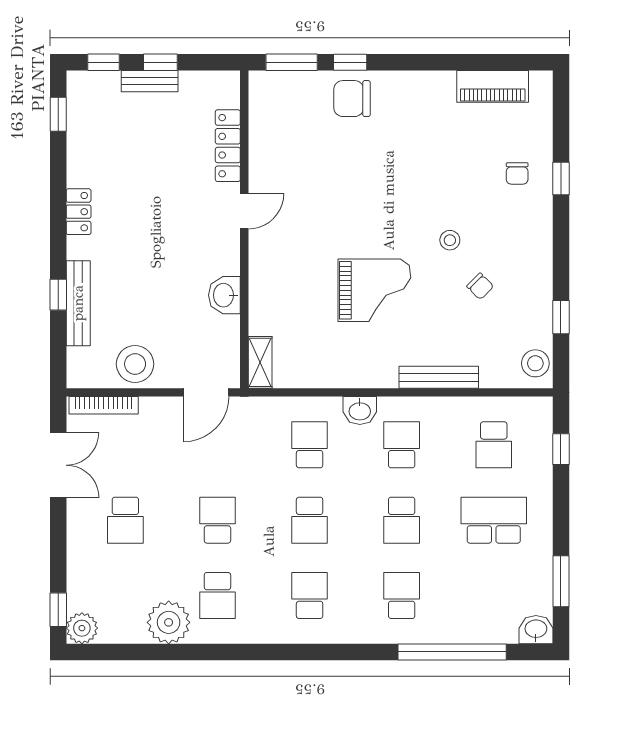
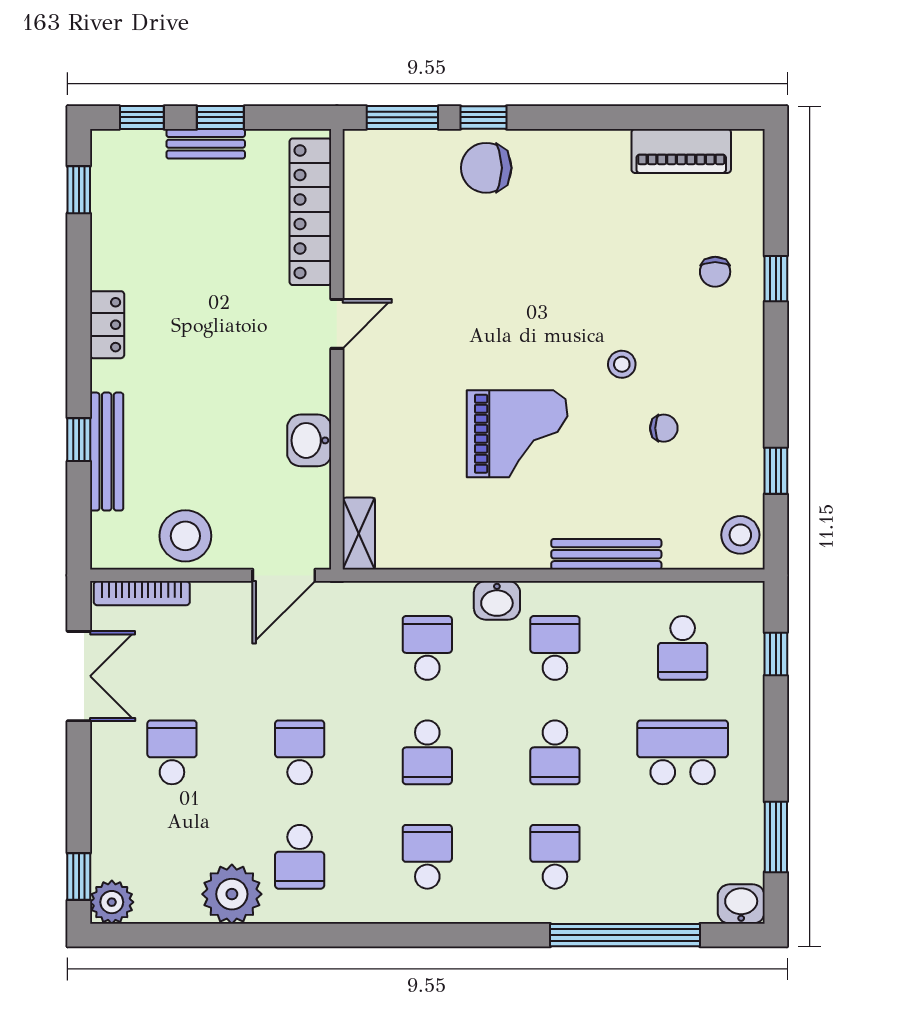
locker: (228, 146) -> (310, 212), width x1.41, depth x1.21
chair: (480, 286) -> (664, 428), turned -45
school desk: (125, 520) -> (172, 752), turned 180

